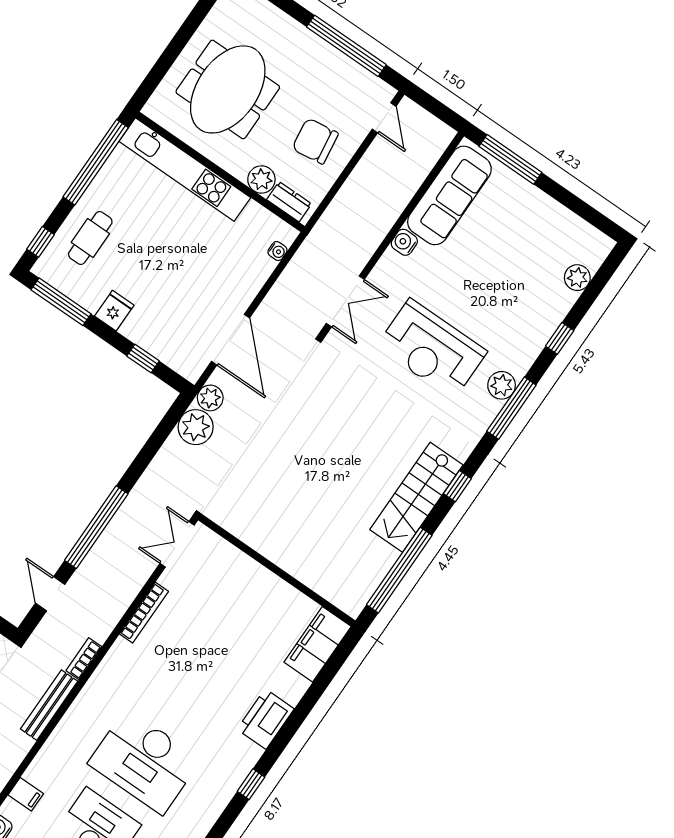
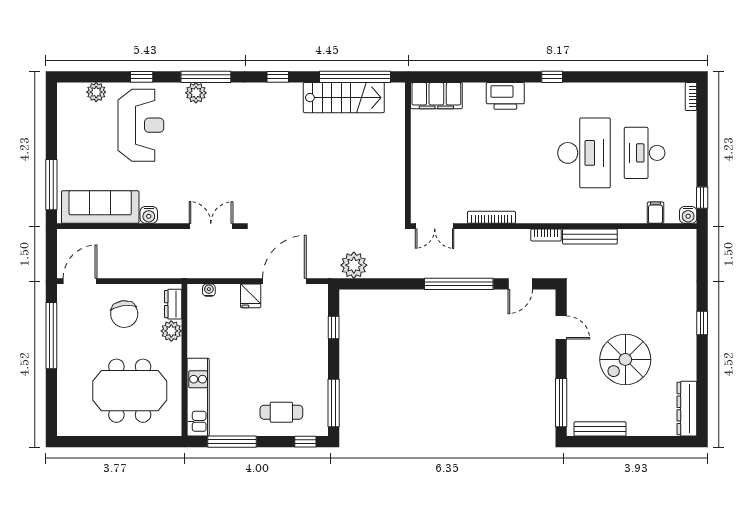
door: (384, 118) -> (80, 281), width x1.38
window: (96, 162) -> (232, 442), width x0.68
kitchen unit: (185, 170) -> (198, 397), width x0.73
fridge: (114, 311) -> (251, 296), moved, turned -90
reception desk: (432, 349) -> (141, 125), moved
plant: (210, 398) -> (329, 269), removed
stairs: (416, 497) -> (344, 98), moved

